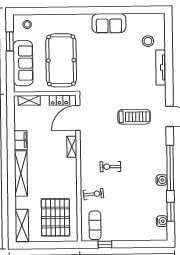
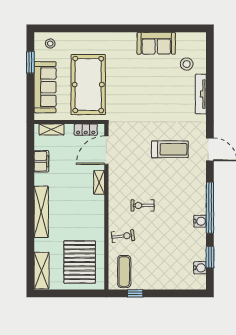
sofa: (109, 23) -> (156, 43), moved
filing cabinet: (21, 140) -> (41, 161), moved

